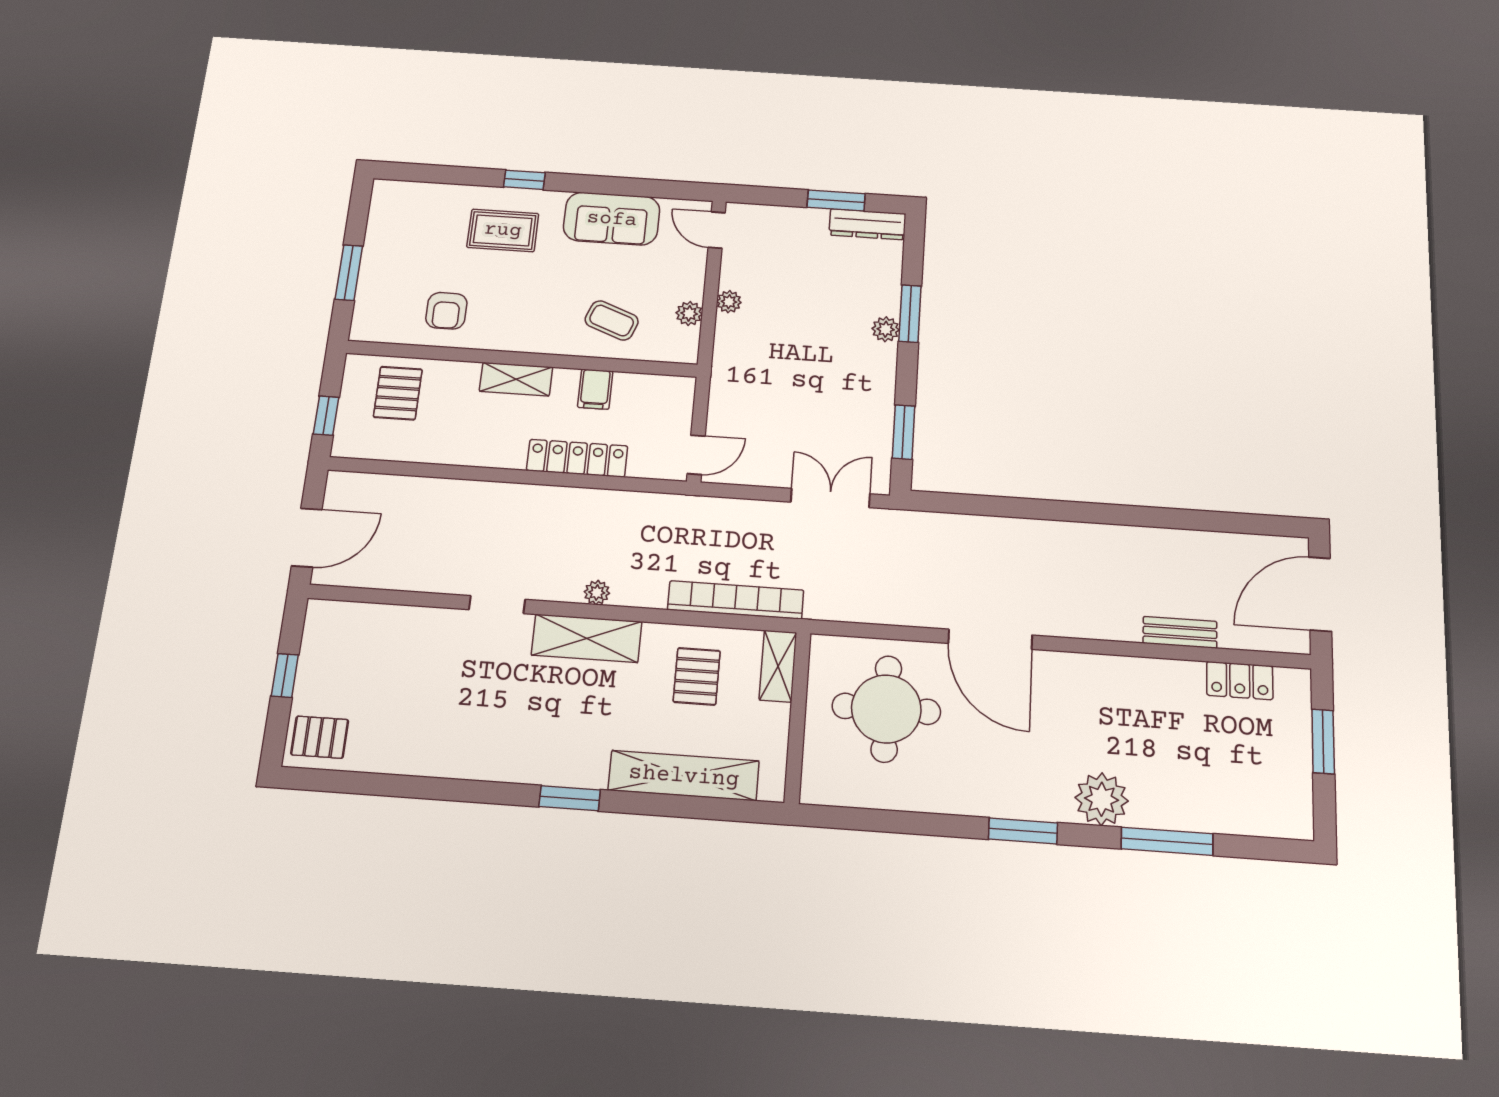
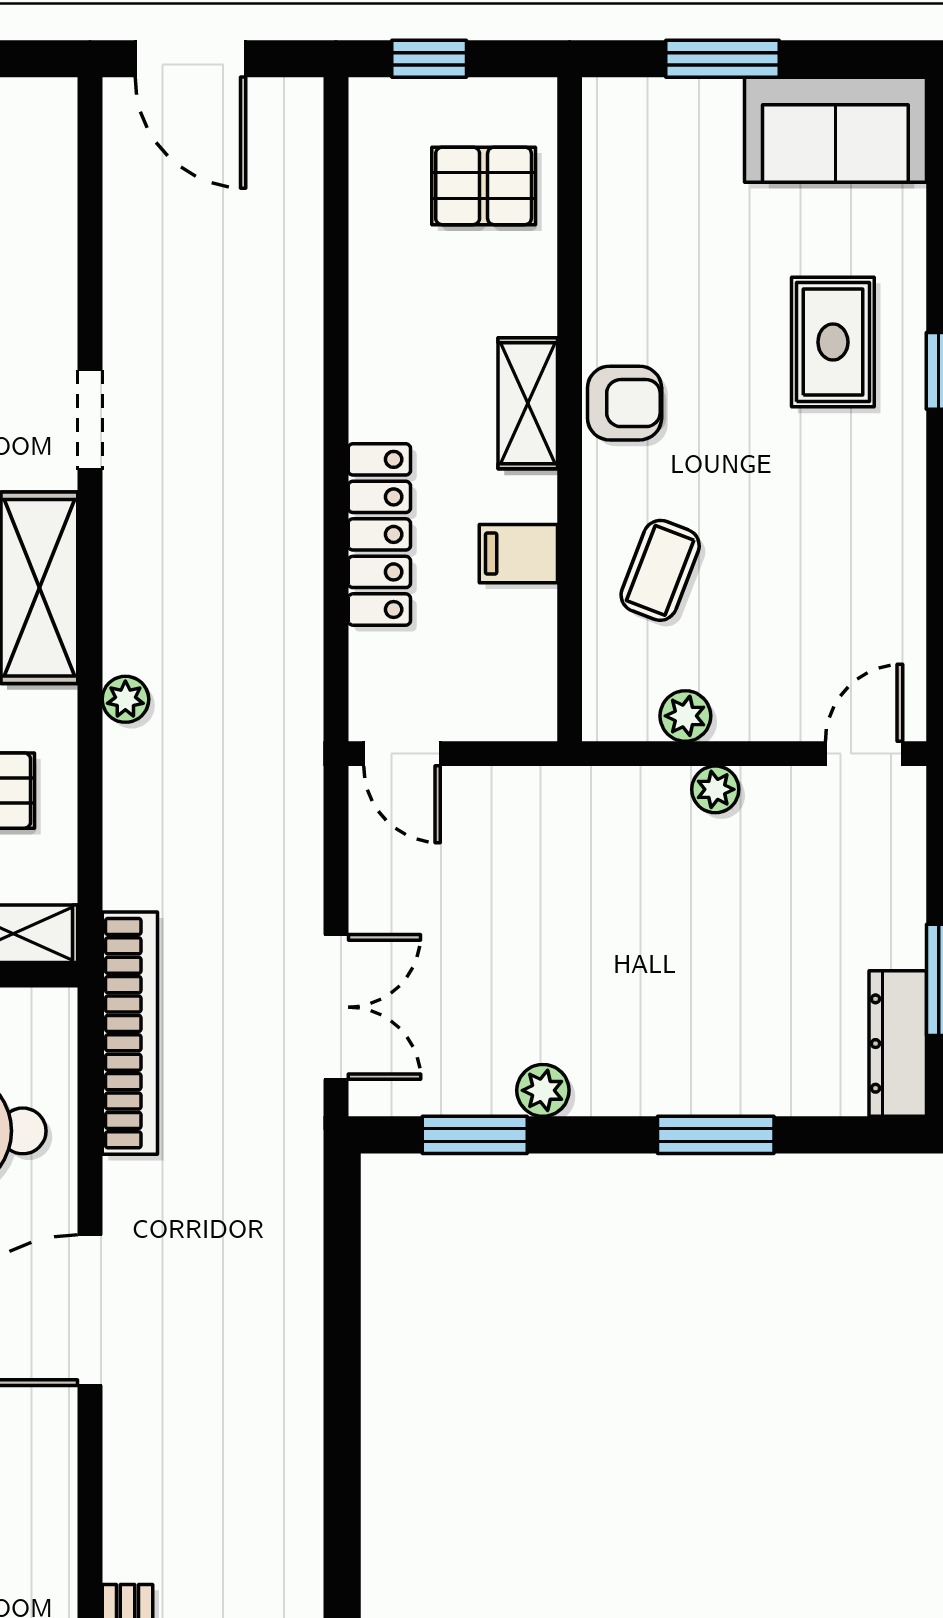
sofa: (612, 219) -> (835, 130), moved, turned -90
armchair: (446, 311) -> (625, 403), moved, turned 180
plant: (886, 329) -> (543, 1090), moved
plant: (597, 593) -> (125, 699), moved
bookcase: (736, 600) -> (130, 1033), moved

